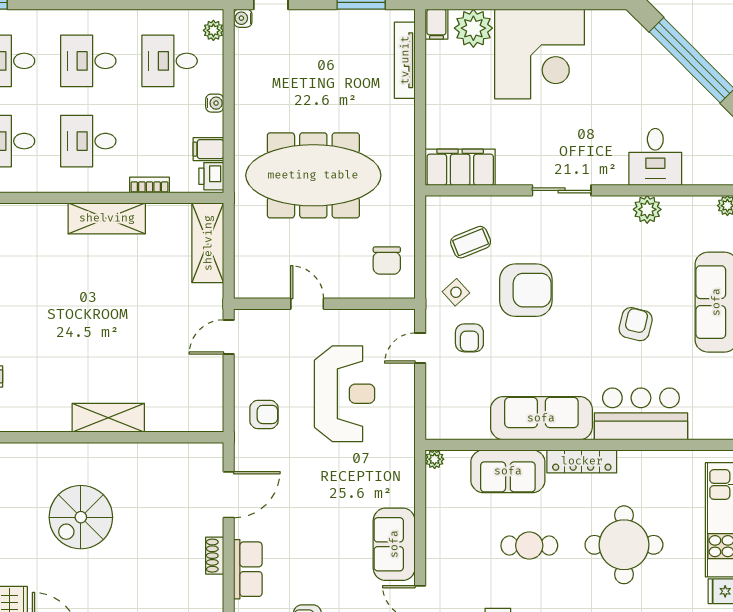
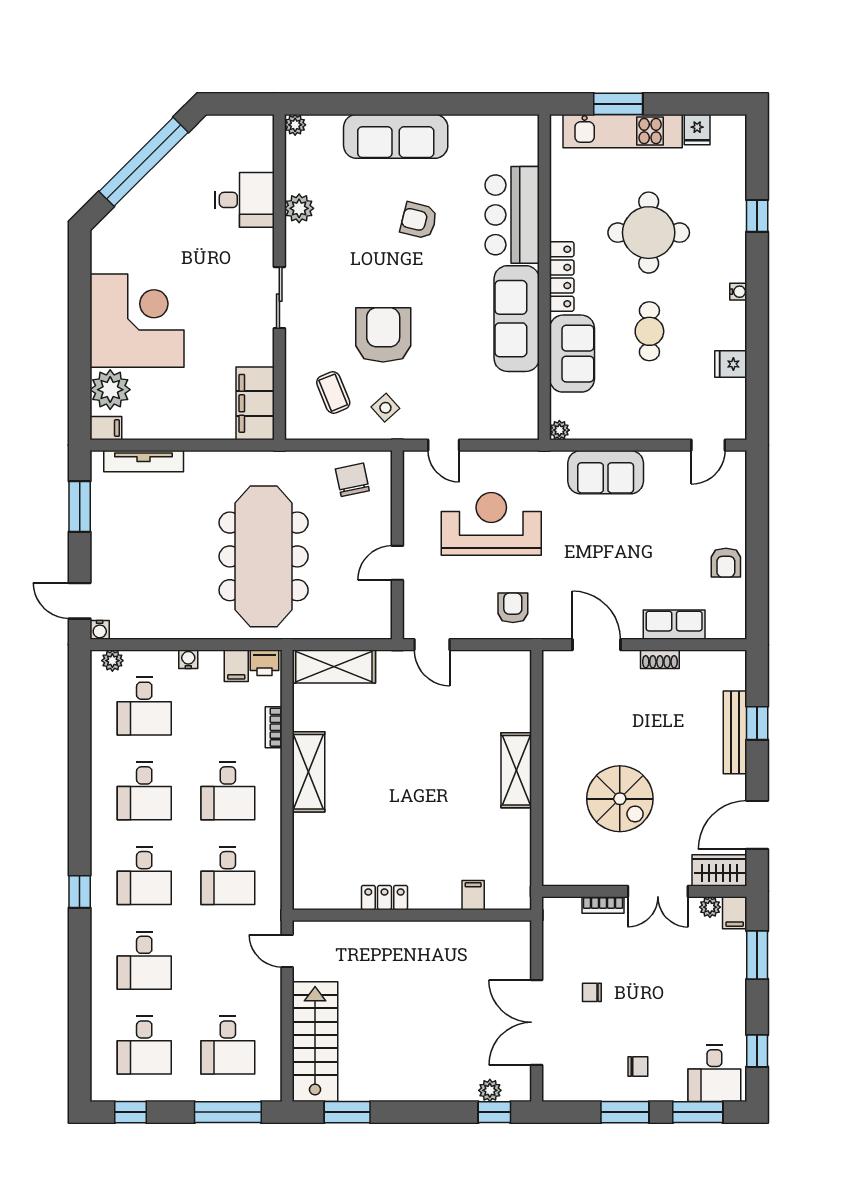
chair: (387, 261) -> (352, 480), turned -102
armchair: (469, 338) -> (433, 394), removed
sofa: (394, 544) -> (606, 472), moved

